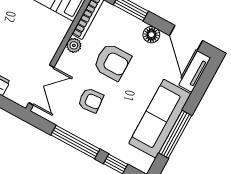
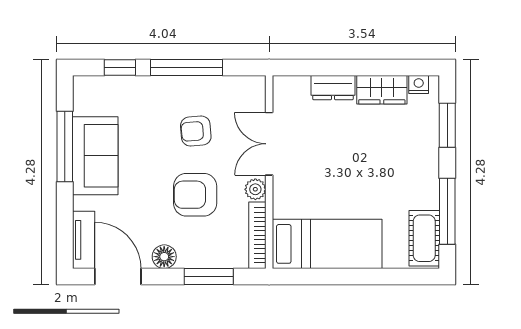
double door: (41, 85) -> (269, 144), moved
sofa: (160, 119) -> (95, 156), width x0.73

